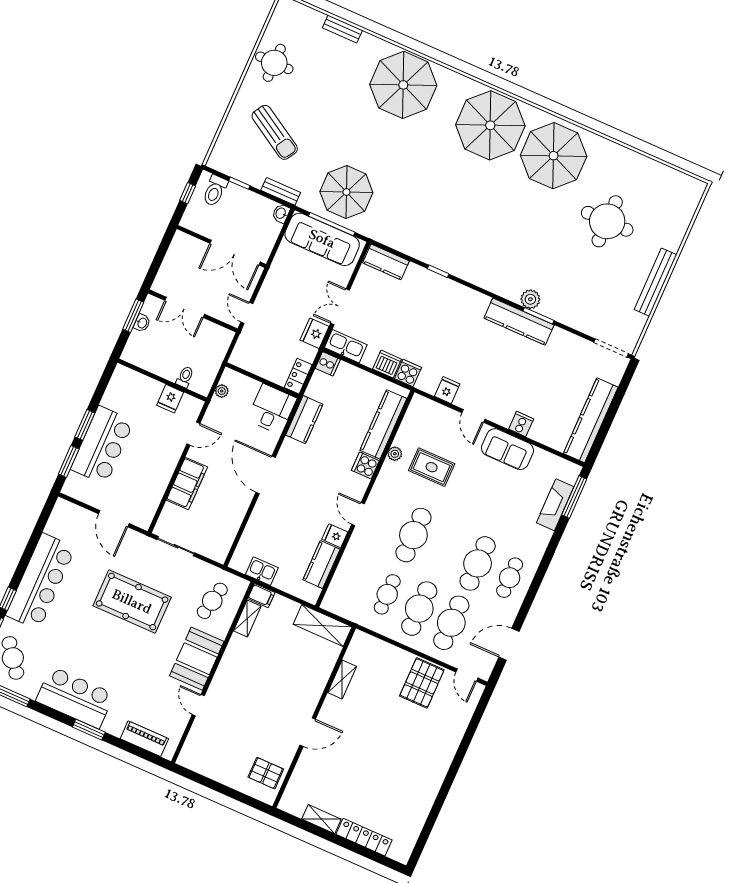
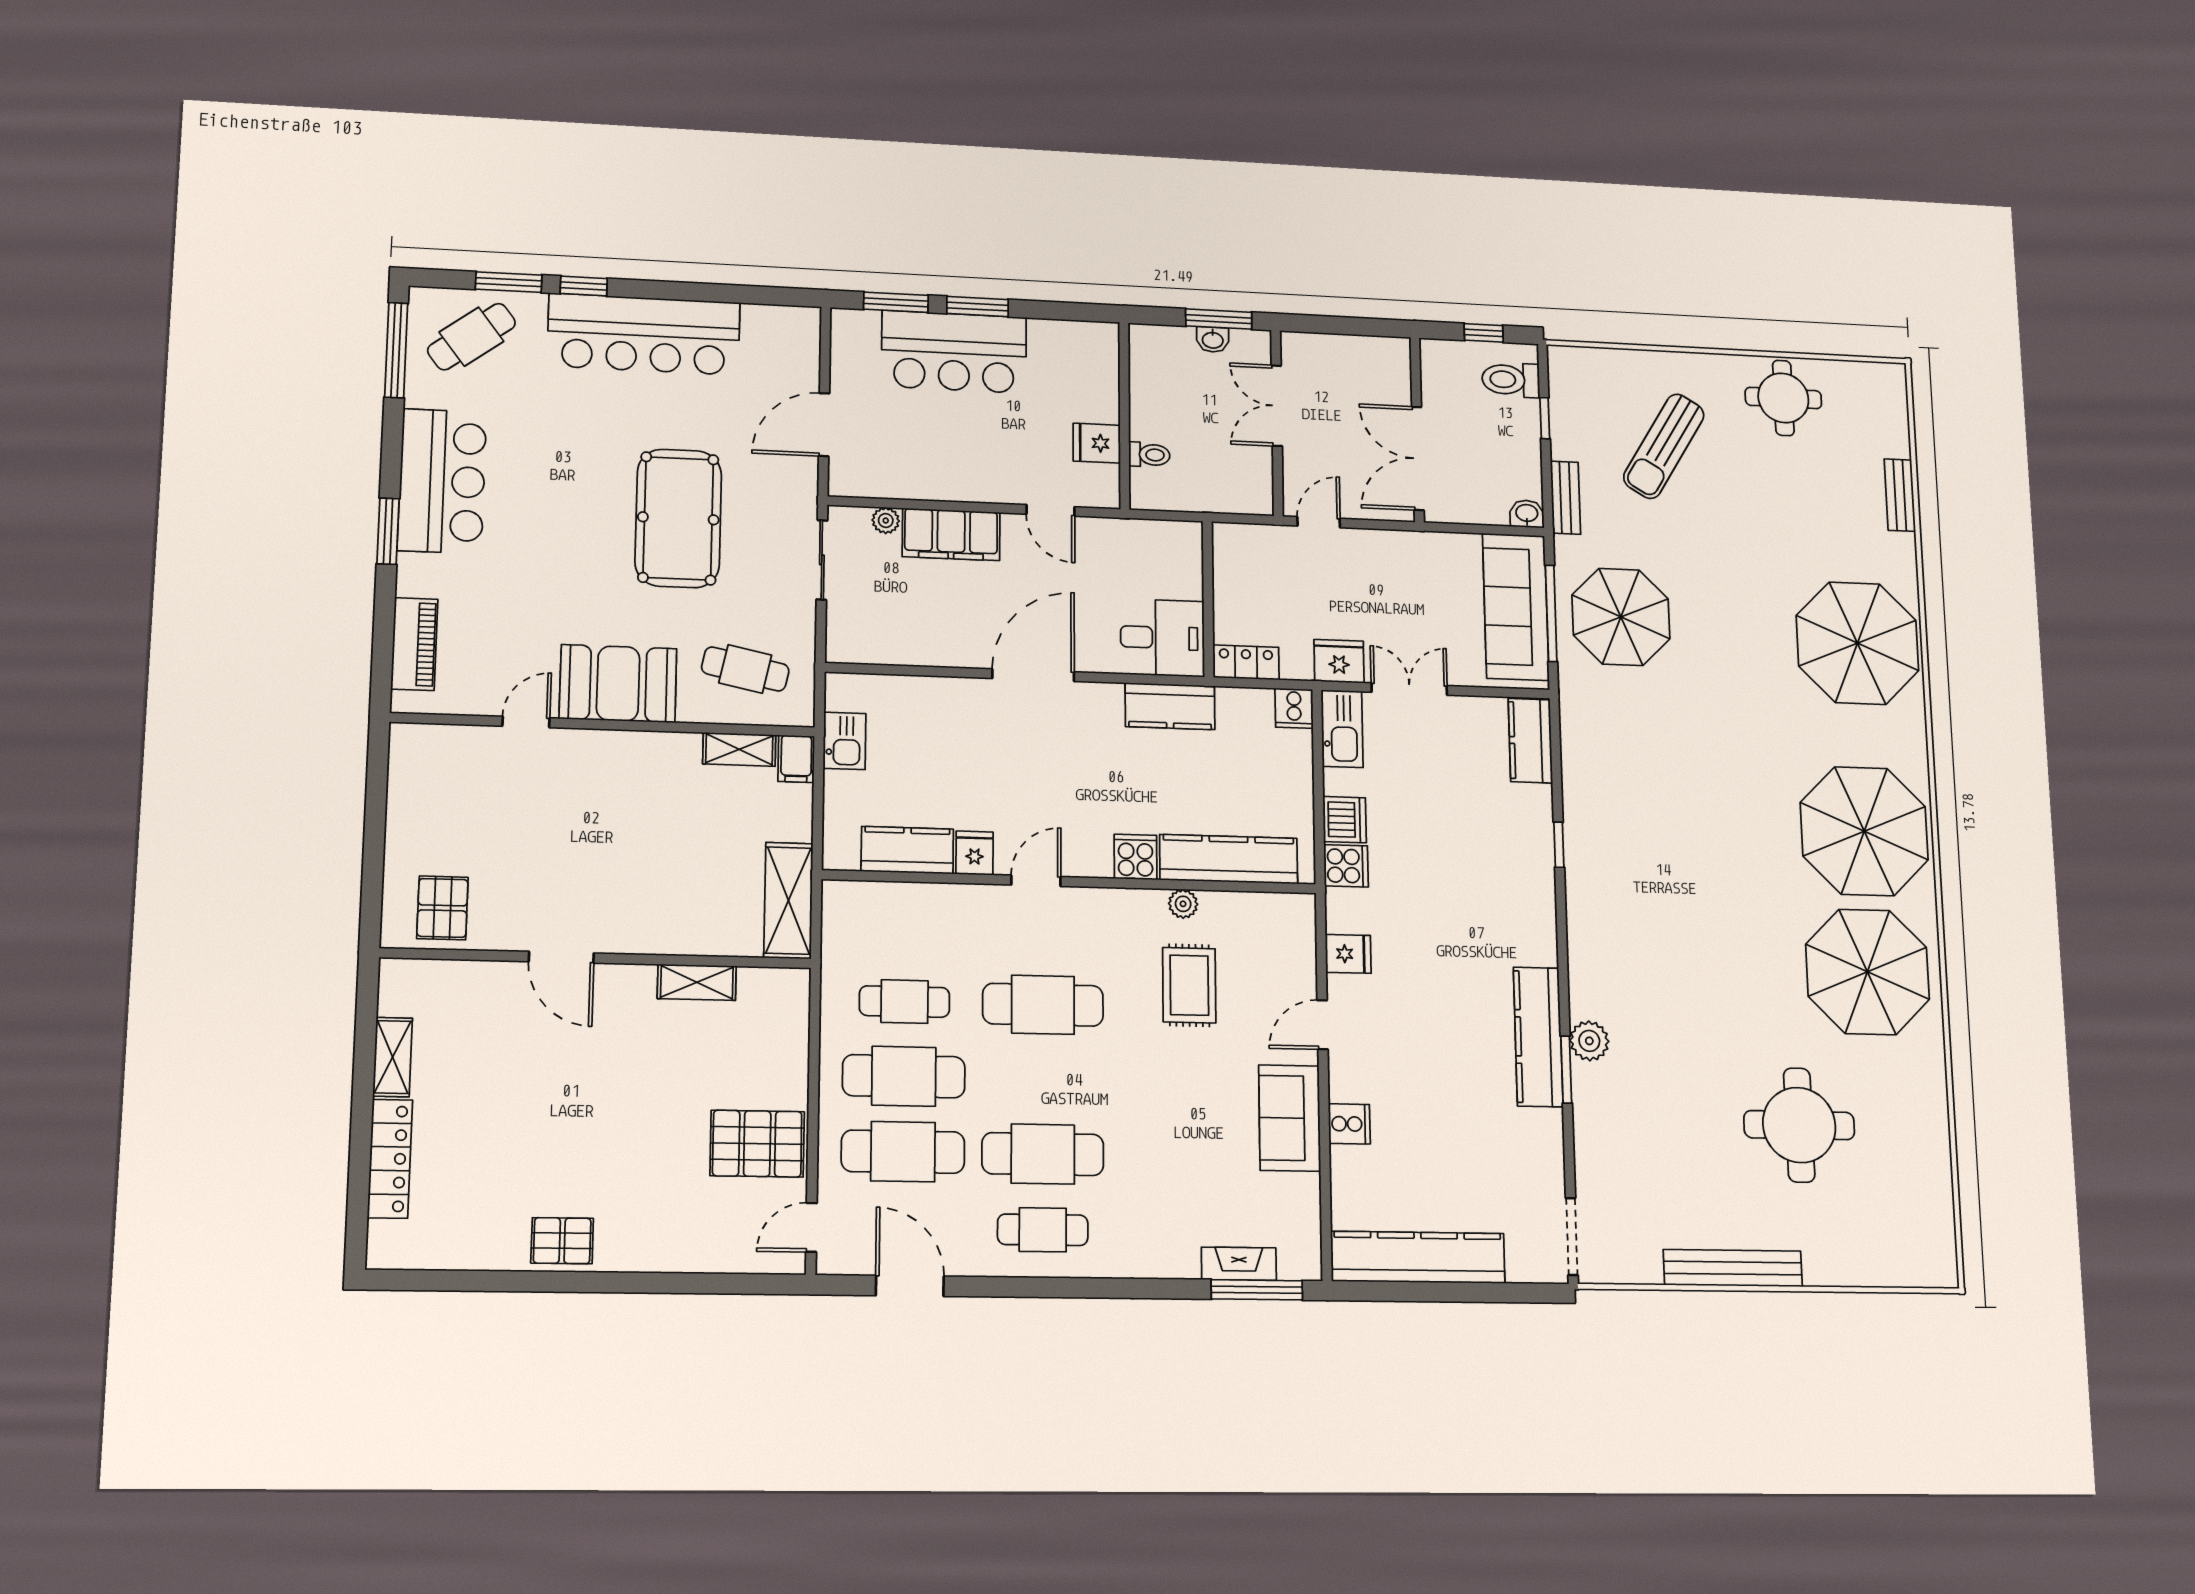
plant: (222, 391) -> (886, 521), moved
fireplace: (555, 505) -> (1239, 1264), width x0.73, depth x0.76
pallet: (428, 781) -> (562, 1241), added

